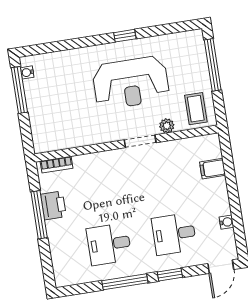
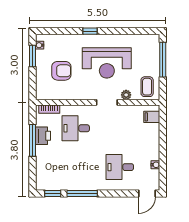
window: (125, 36) -> (90, 31), moved
window: (19, 90) -> (33, 56), width x0.69
armchair: (65, 105) -> (61, 71), added
filing cabinet: (213, 169) -> (152, 117), moved
desk: (109, 244) -> (76, 128), moved
window: (170, 275) -> (53, 194), moved

